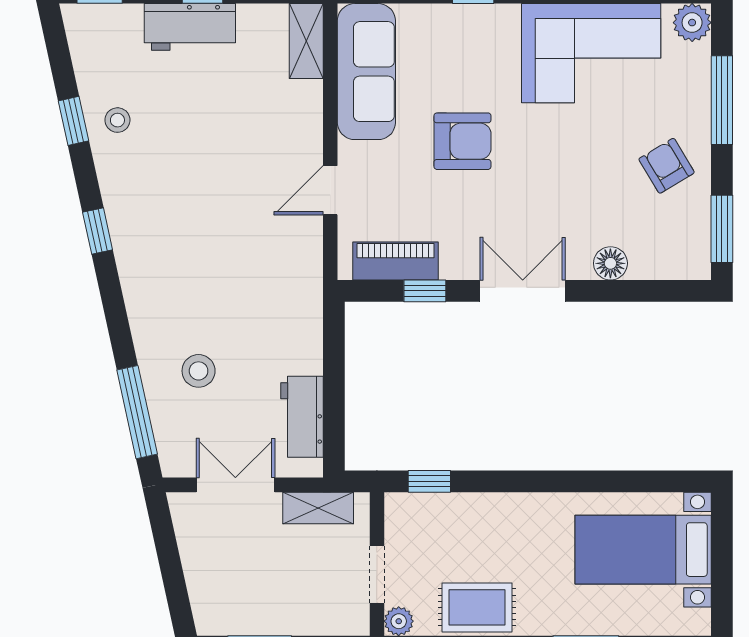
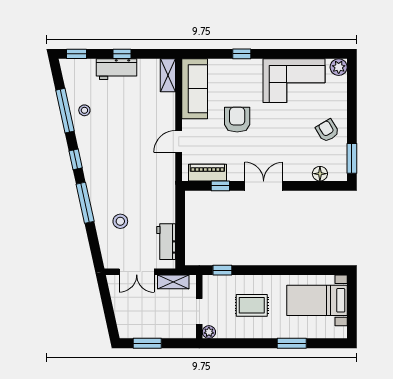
window: (722, 100) -> (352, 101), removed
window: (74, 121) -> (65, 111), width x2.17
armchair: (462, 141) -> (237, 120), turned -90
floor lamp: (610, 263) -> (320, 174), moved
window: (137, 412) -> (85, 203), moved
double door: (235, 485) -> (137, 272), swing flipped
rug: (477, 607) -> (252, 305), moved

